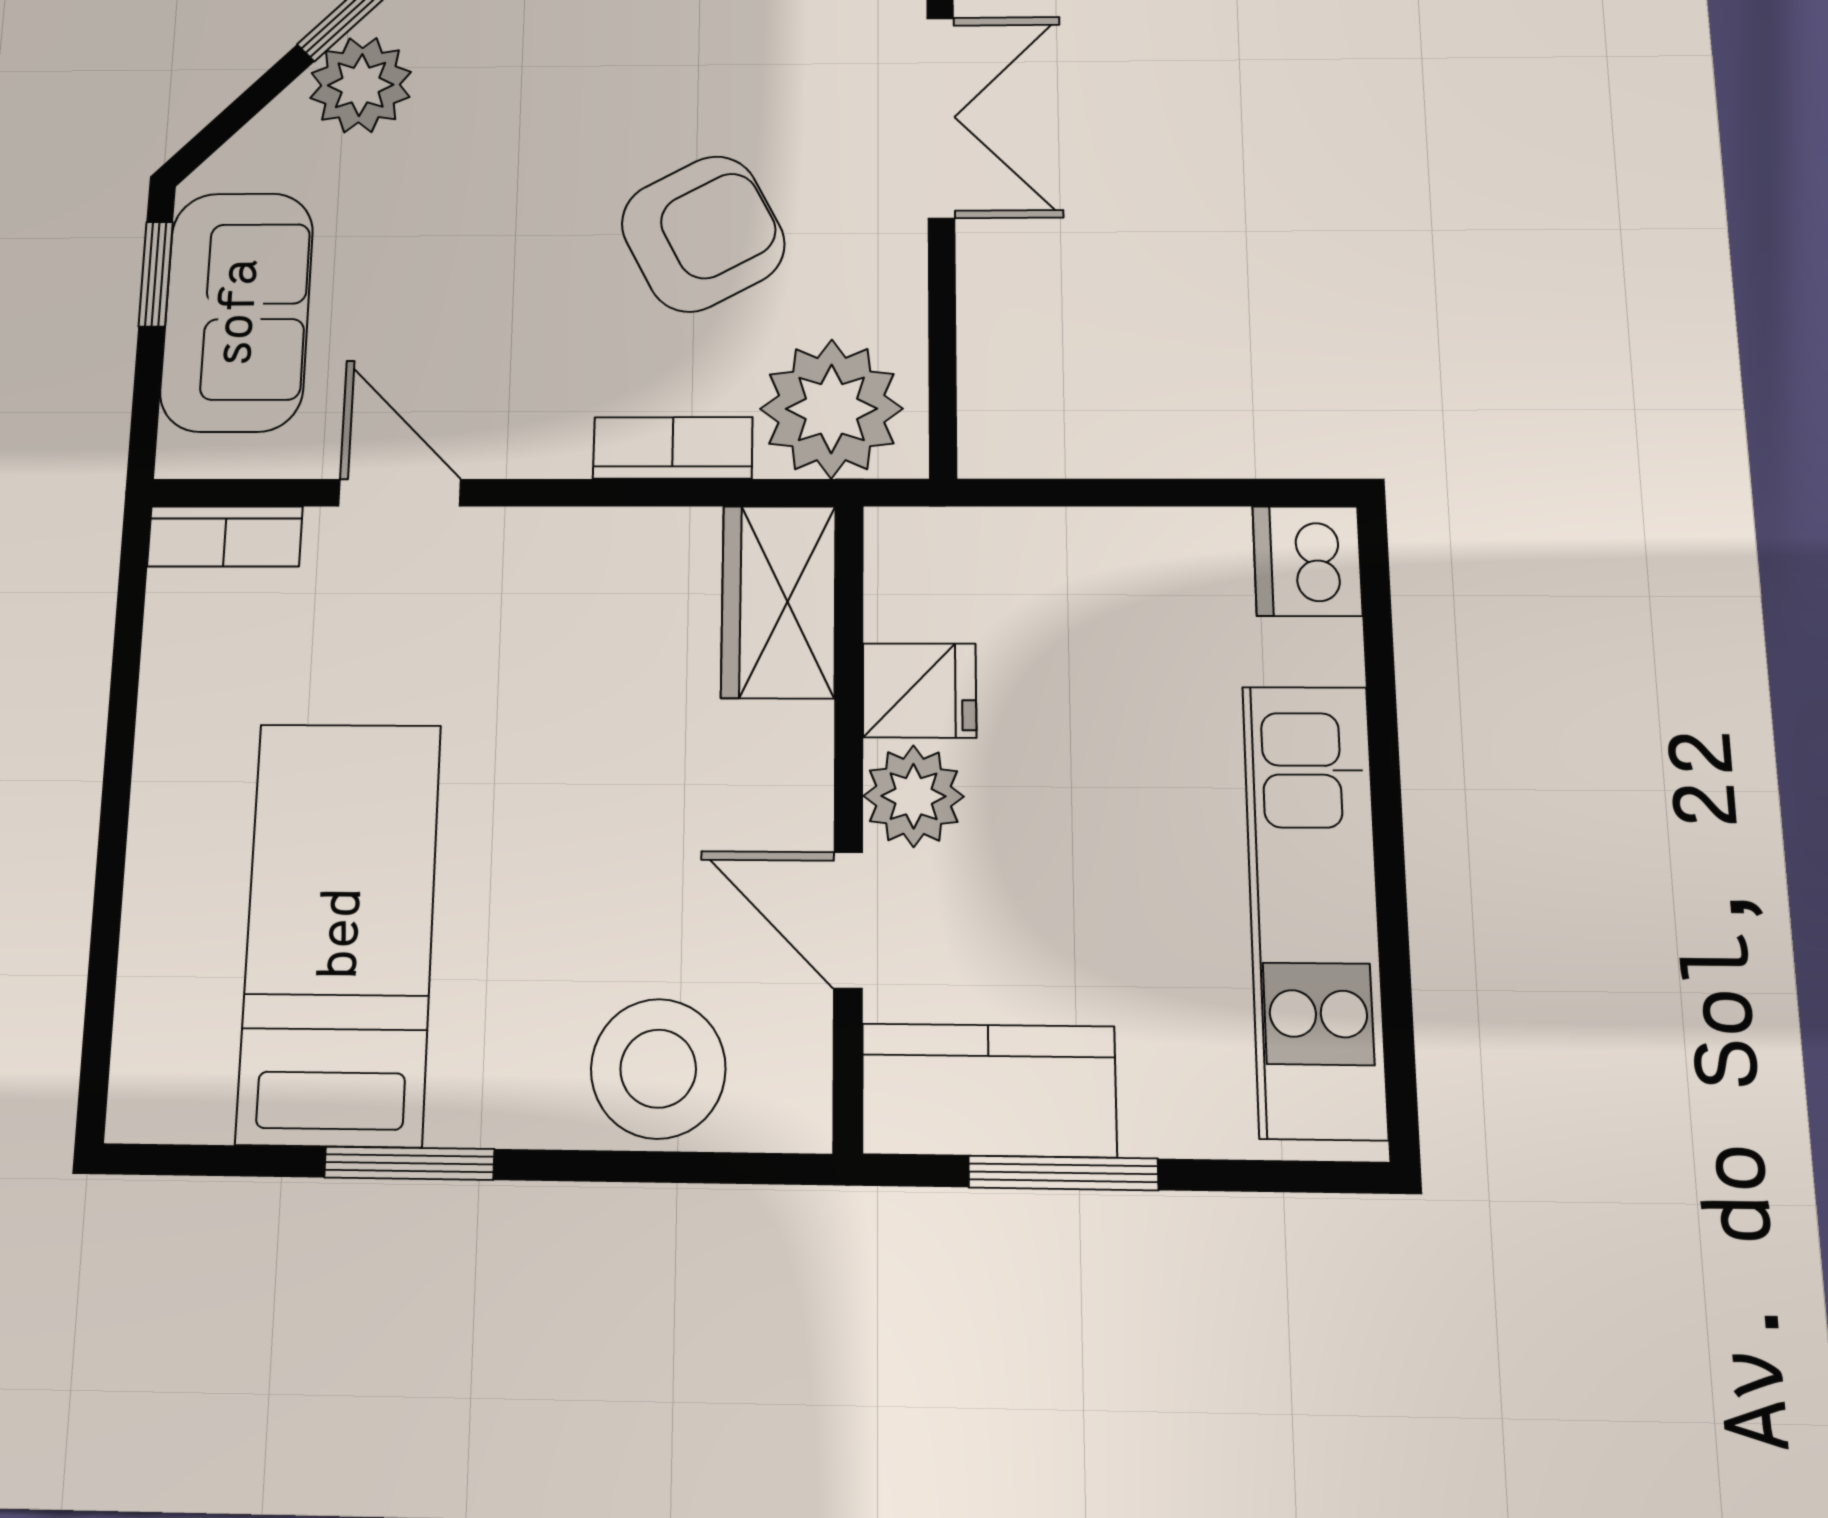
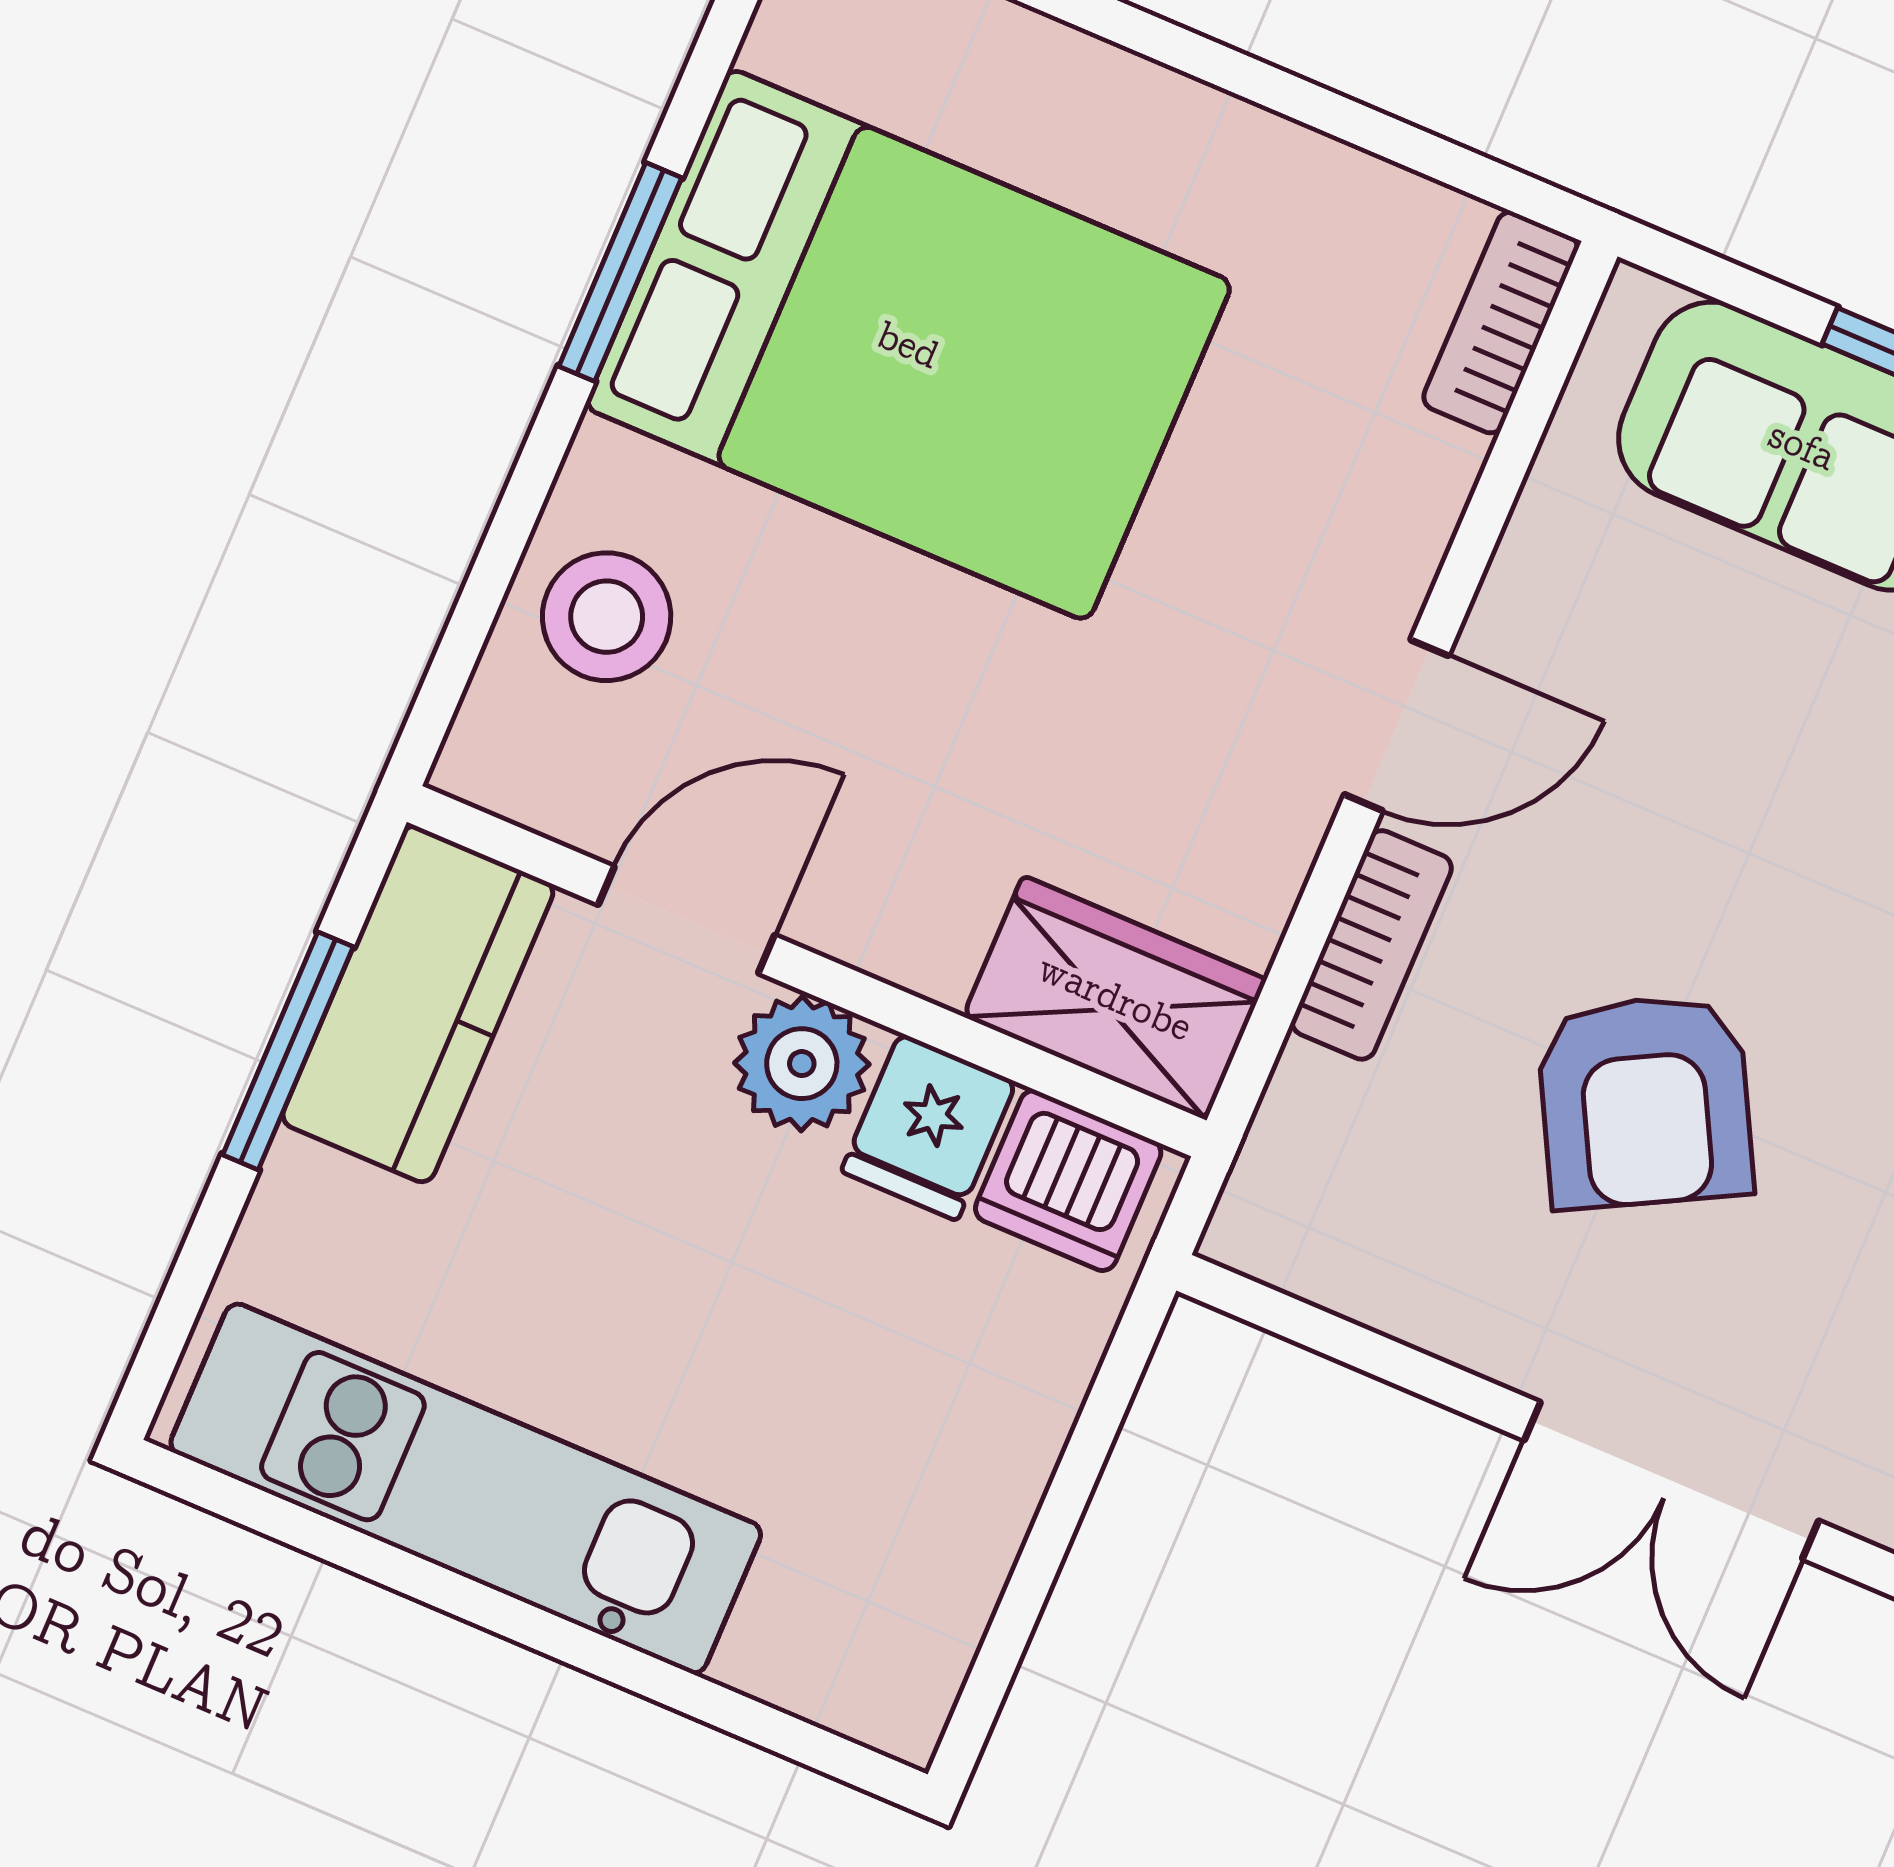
plant: (831, 409) -> (1336, 1170), removed
door: (400, 493) -> (1396, 725), moved
dishwasher: (1307, 561) -> (1068, 1181), moved, turned 180
bed: (340, 932) -> (908, 345), width x1.50
stool: (658, 1069) -> (607, 617), width x0.73, depth x0.73

